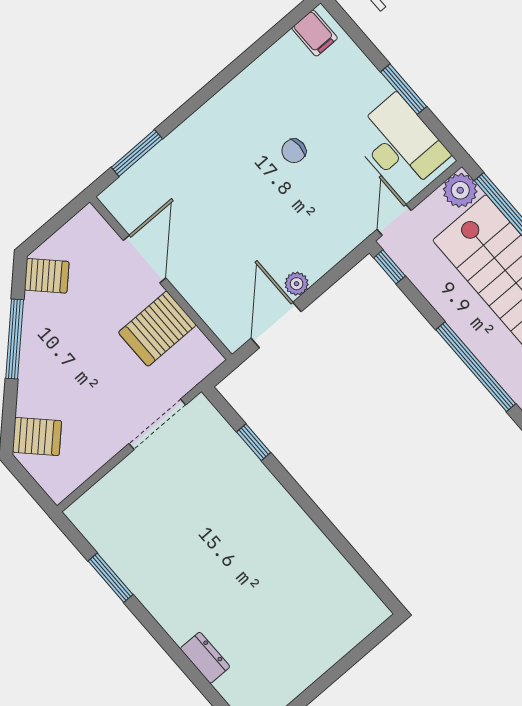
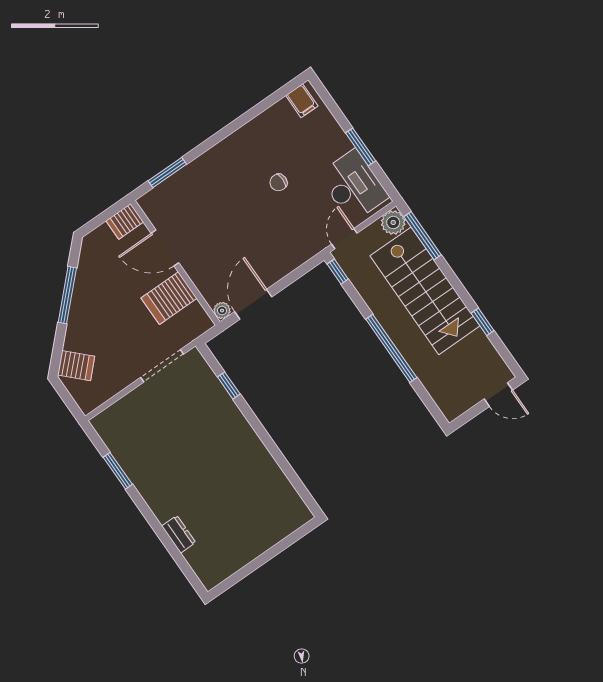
door: (145, 259) -> (165, 248), swing flipped
server rack: (47, 276) -> (125, 221), moved, turned 135
plant: (297, 284) -> (222, 311), moved

